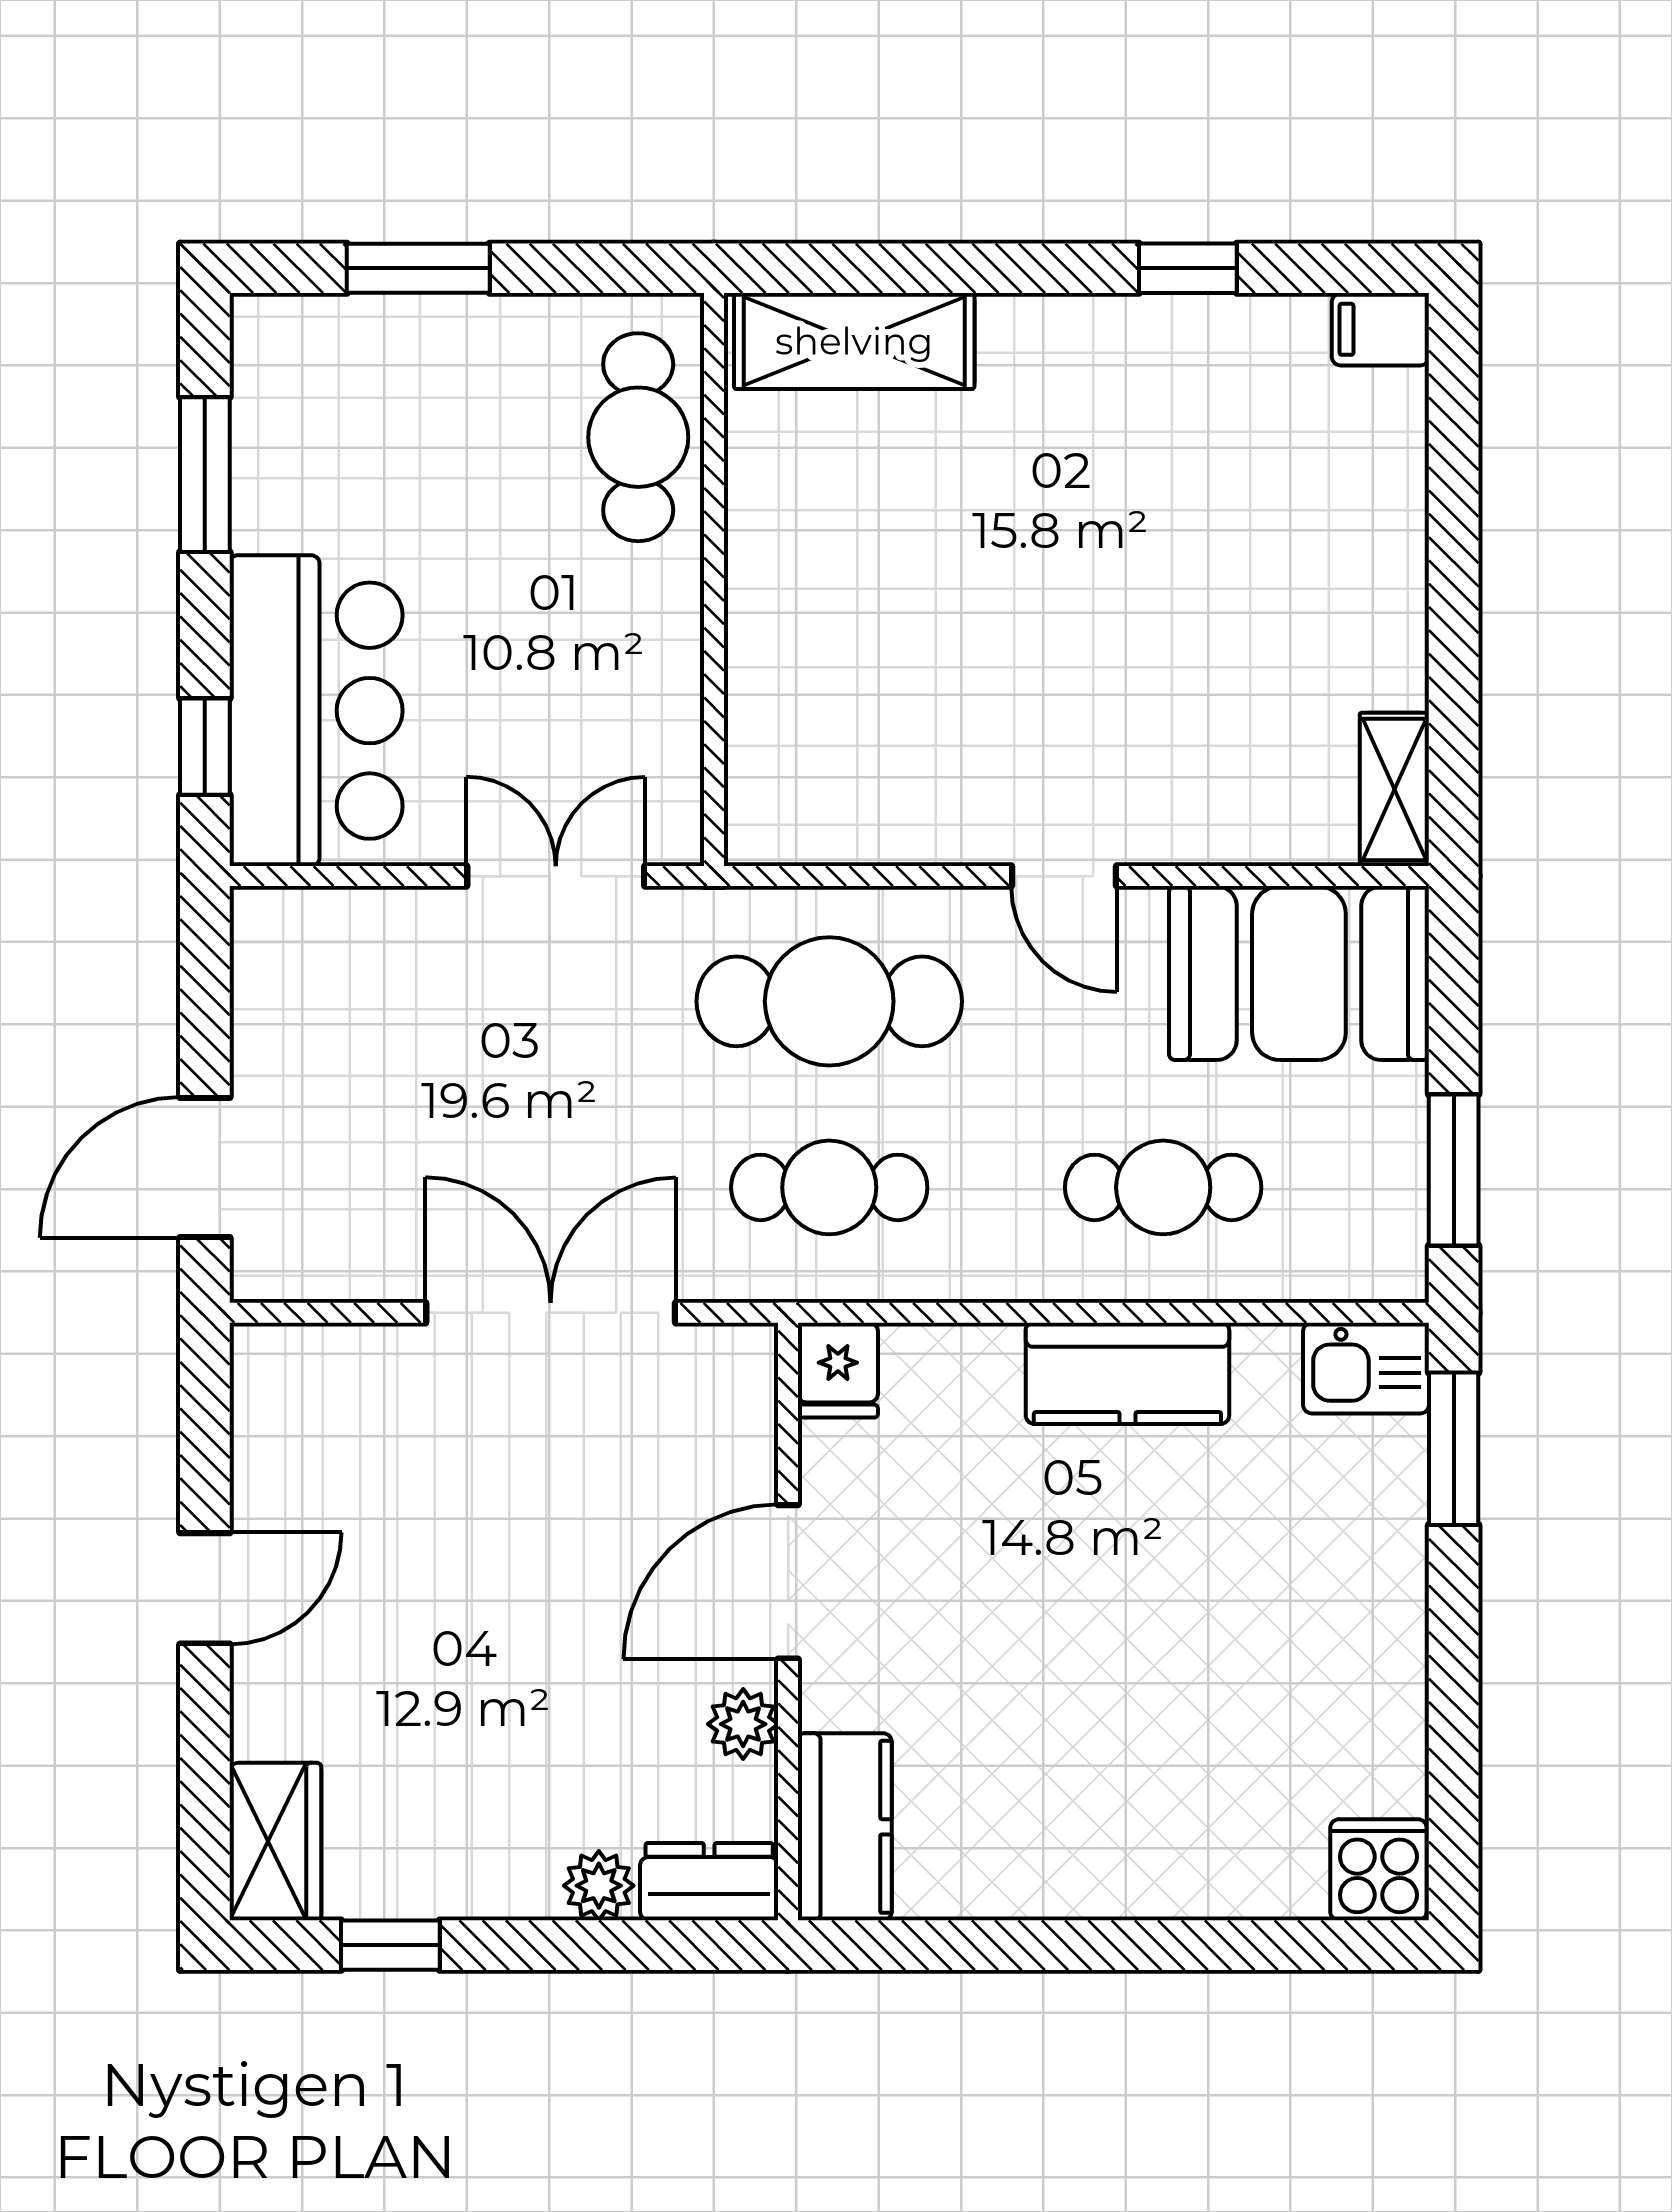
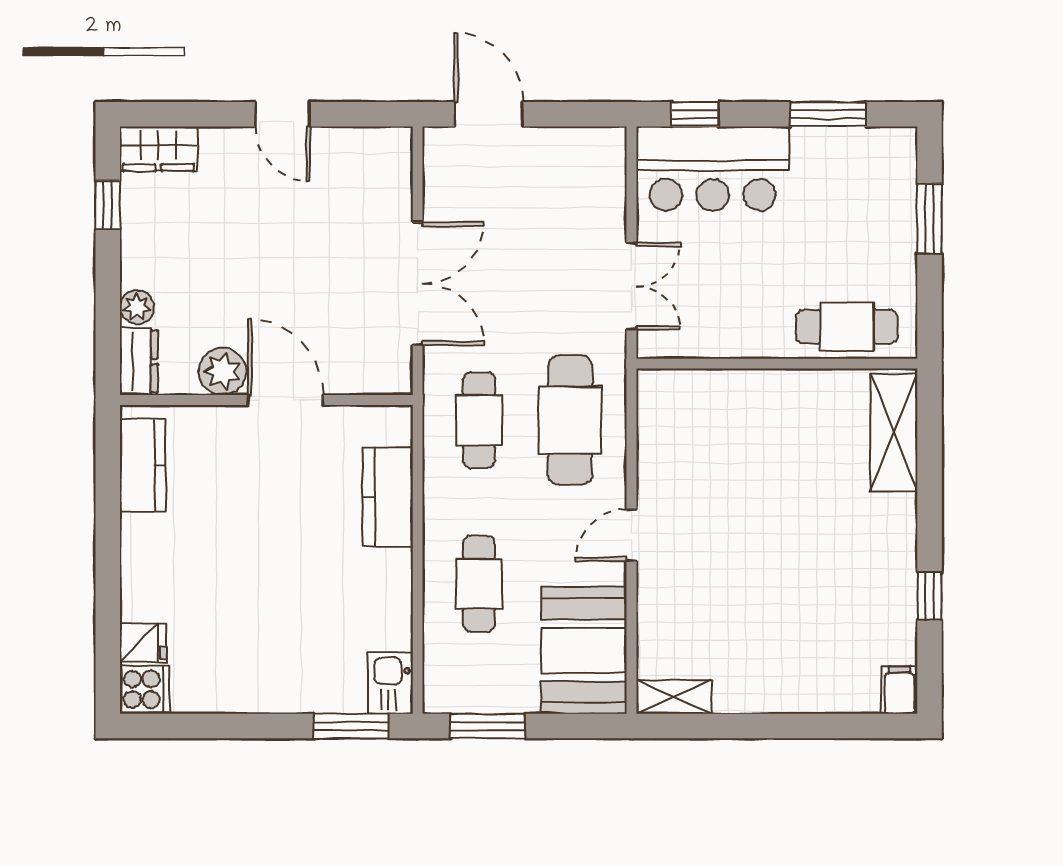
fridge: (838, 1370) -> (143, 643), moved, turned 180
kitchen counter: (1127, 1373) -> (388, 497), moved
plant: (743, 1724) -> (222, 371), width x1.38, depth x1.38
kitchen counter: (845, 1827) -> (143, 465), moved, turned -90

